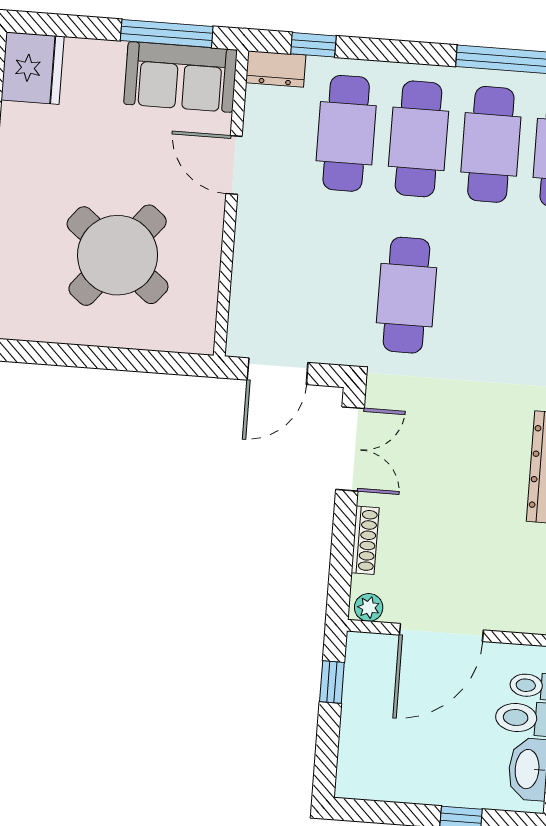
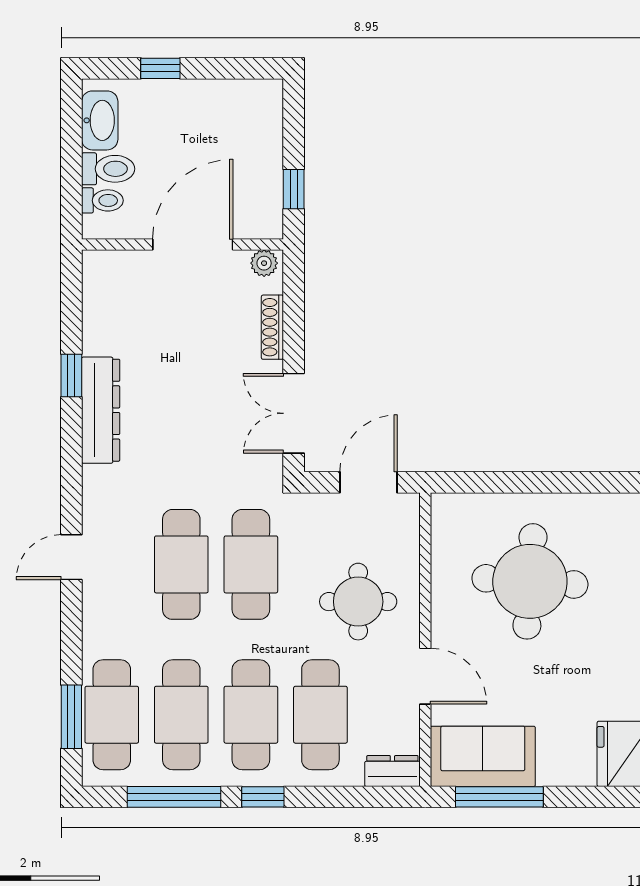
window: (313, 45) -> (263, 797), moved
round table: (298, 248) -> (358, 602), added
round table: (118, 255) -> (530, 581), turned -35
cafe table: (479, 301) -> (181, 564), added

